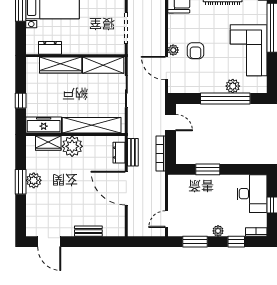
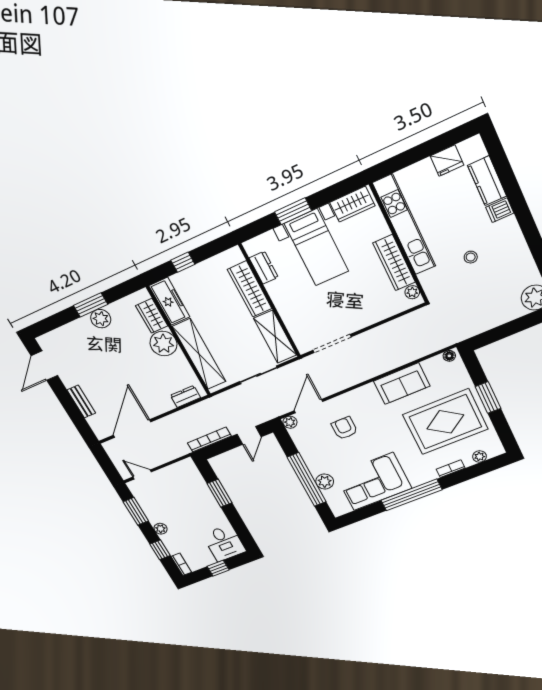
plant: (173, 50) -> (290, 422), moved
armchair: (196, 51) -> (344, 428), turned 90
bench: (133, 152) -> (194, 411), removed
door: (126, 188) -> (132, 429), moved
desk: (252, 194) -> (224, 543), width x0.73

